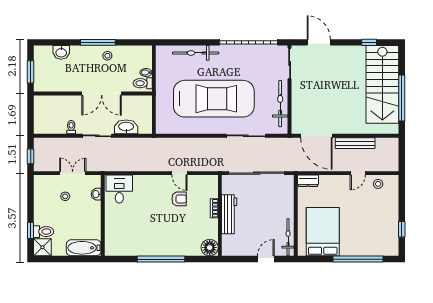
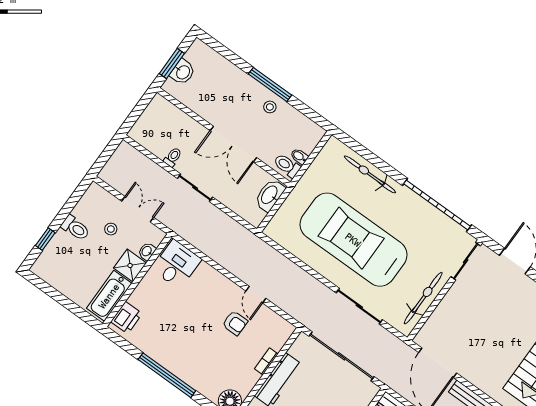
washbasin: (61, 52) -> (183, 72), moved, turned -90
car: (214, 99) -> (353, 240), turned 180
washbasin: (126, 127) -> (270, 195), moved, turned -90
window: (31, 156) -> (104, 157), removed
toilet: (44, 232) -> (75, 228), moved
printer: (112, 242) -> (126, 318), added
shower: (42, 247) -> (130, 265), moved
bathtub: (84, 248) -> (109, 296), moved, turned -90

